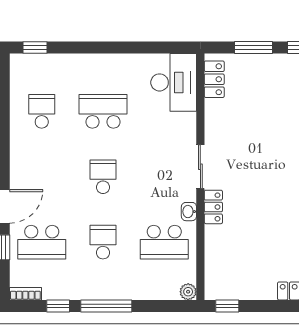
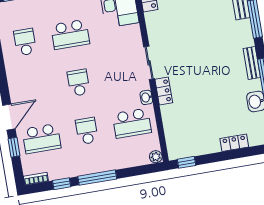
school desk: (103, 111) -> (70, 34), turned 180

